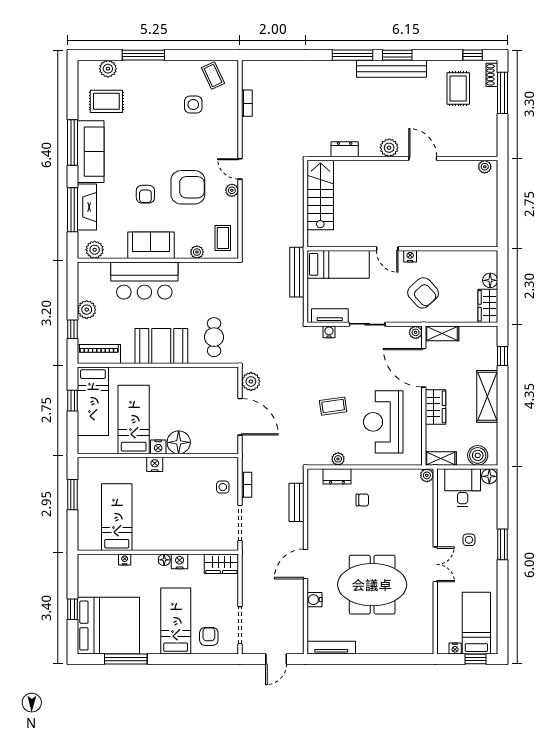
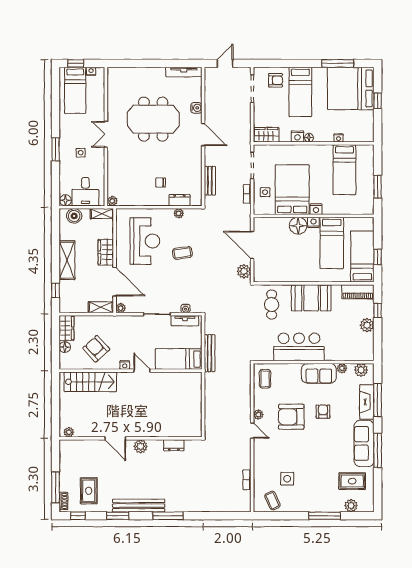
window: (397, 55) -> (118, 516), moved
stairs: (320, 195) -> (90, 382), moved, turned -90
plant: (197, 252) -> (342, 368), moved
bar counter: (144, 280) -> (299, 347), moved
armchair: (423, 293) -> (96, 349), moved
bed: (187, 490) -> (292, 190), added
door: (306, 564) -> (203, 135), hinge flipped
armchair: (209, 636) -> (276, 80), turned -90

